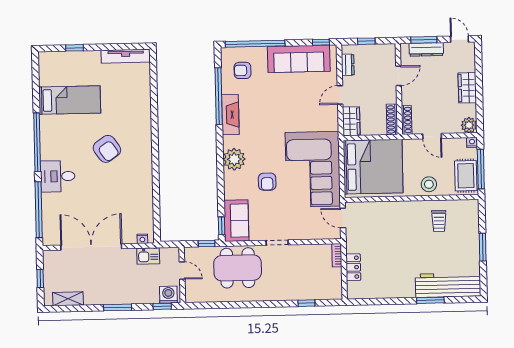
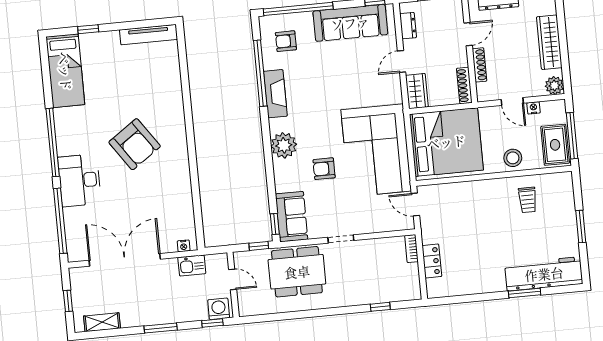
wardrobe: (467, 88) -> (549, 42), width x1.50
bed: (70, 100) -> (65, 71), moved, turned 90
shoe rack: (407, 120) -> (479, 65), moved
nightstand: (472, 142) -> (534, 108), moved
armchair: (107, 149) -> (135, 144), width x1.36, depth x1.36
desk: (58, 176) -> (80, 180), width x1.37
armchair: (267, 182) -> (324, 169), turned 90

